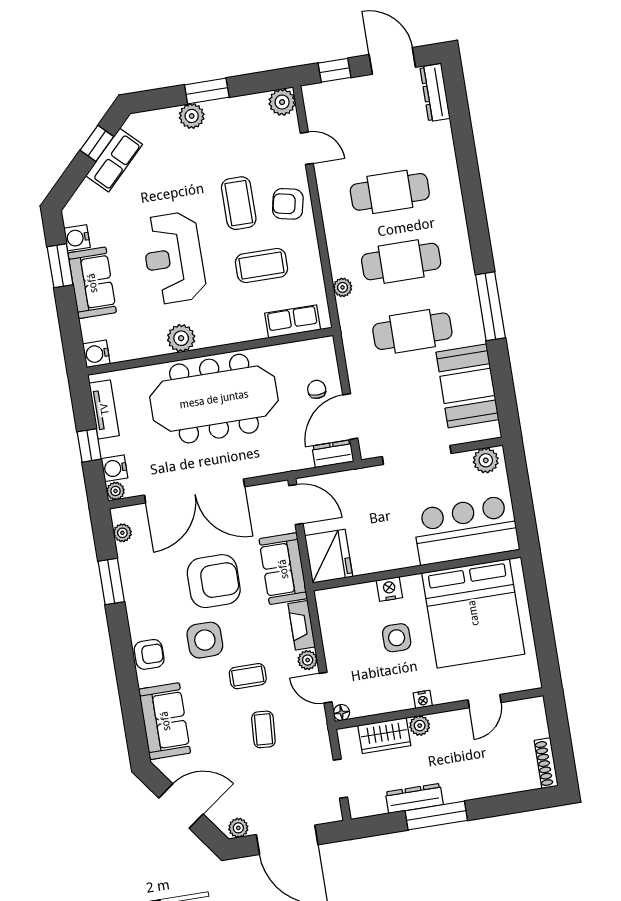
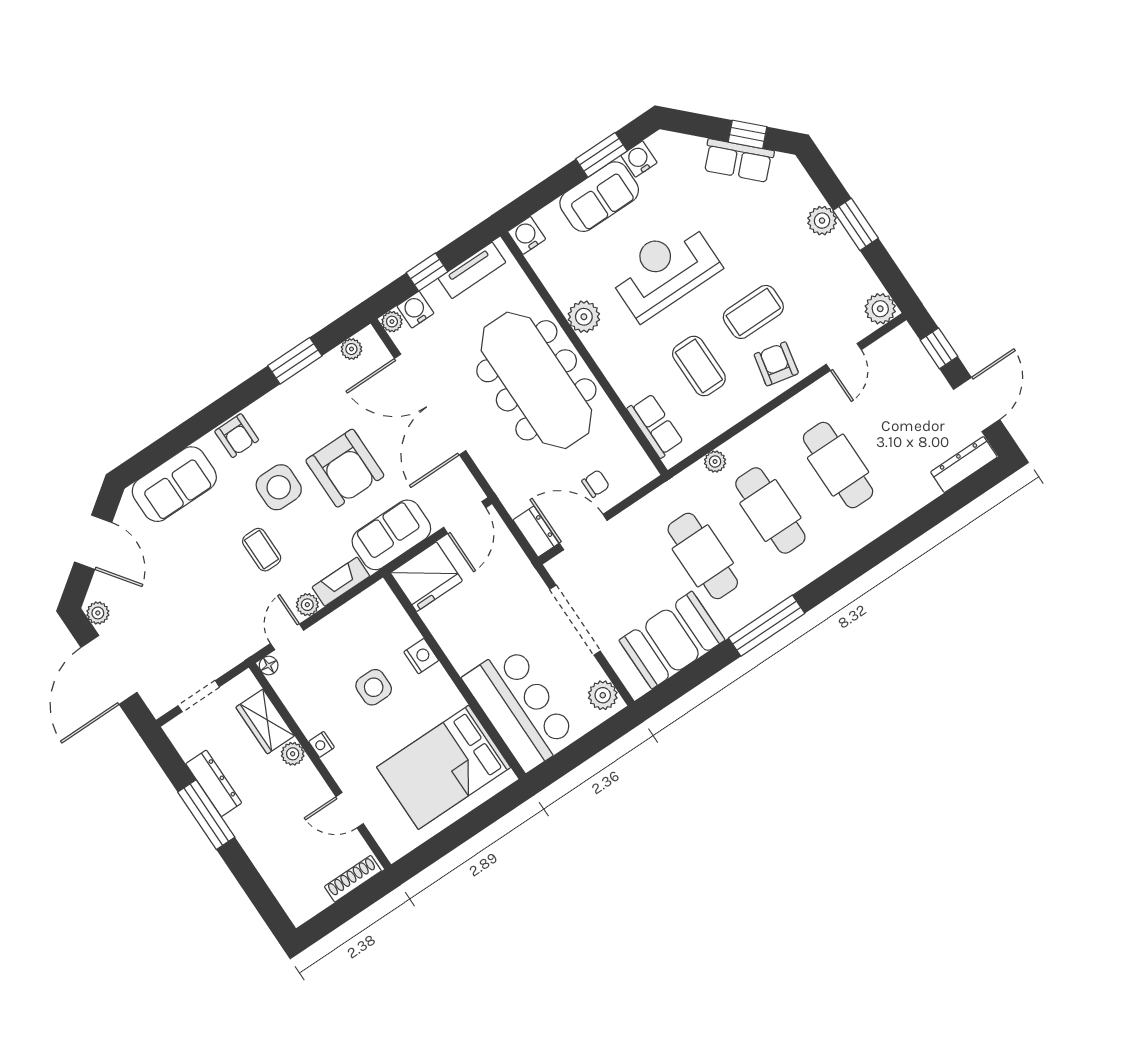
bed: (473, 613) -> (444, 767), width x0.73
coffee table: (263, 729) -> (213, 592), removed
shoe rack: (546, 763) -> (353, 879), moved

